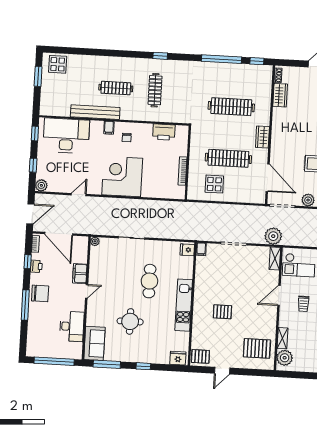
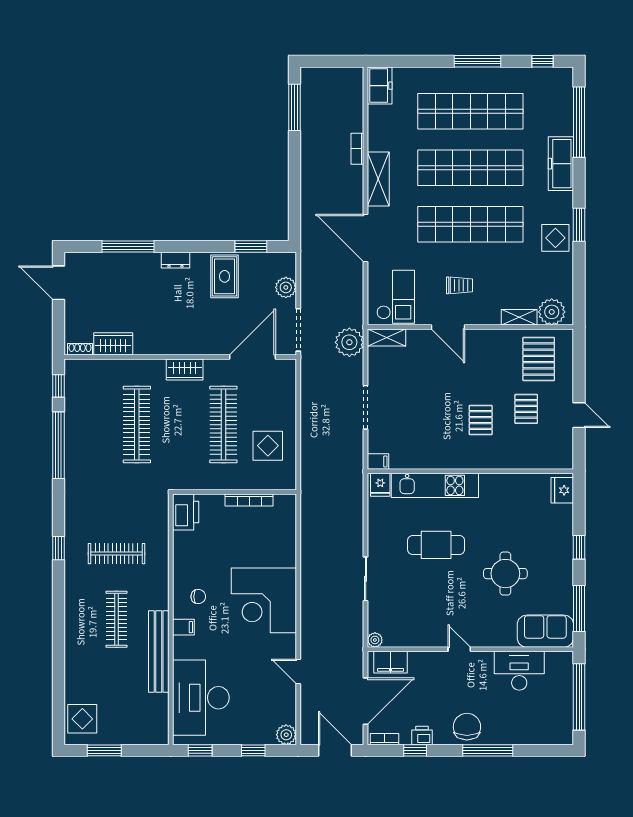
printer: (164, 132) -> (186, 512), moved
filing cabinet: (80, 274) -> (391, 662), moved
kitchen unit: (184, 305) -> (435, 485), moved
pallet: (200, 356) -> (526, 409), moved

